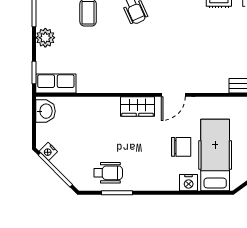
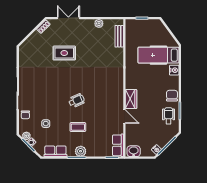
plant: (45, 38) -> (81, 151), moved
door: (173, 95) -> (124, 117), moved
chair: (181, 147) -> (172, 96), moved

